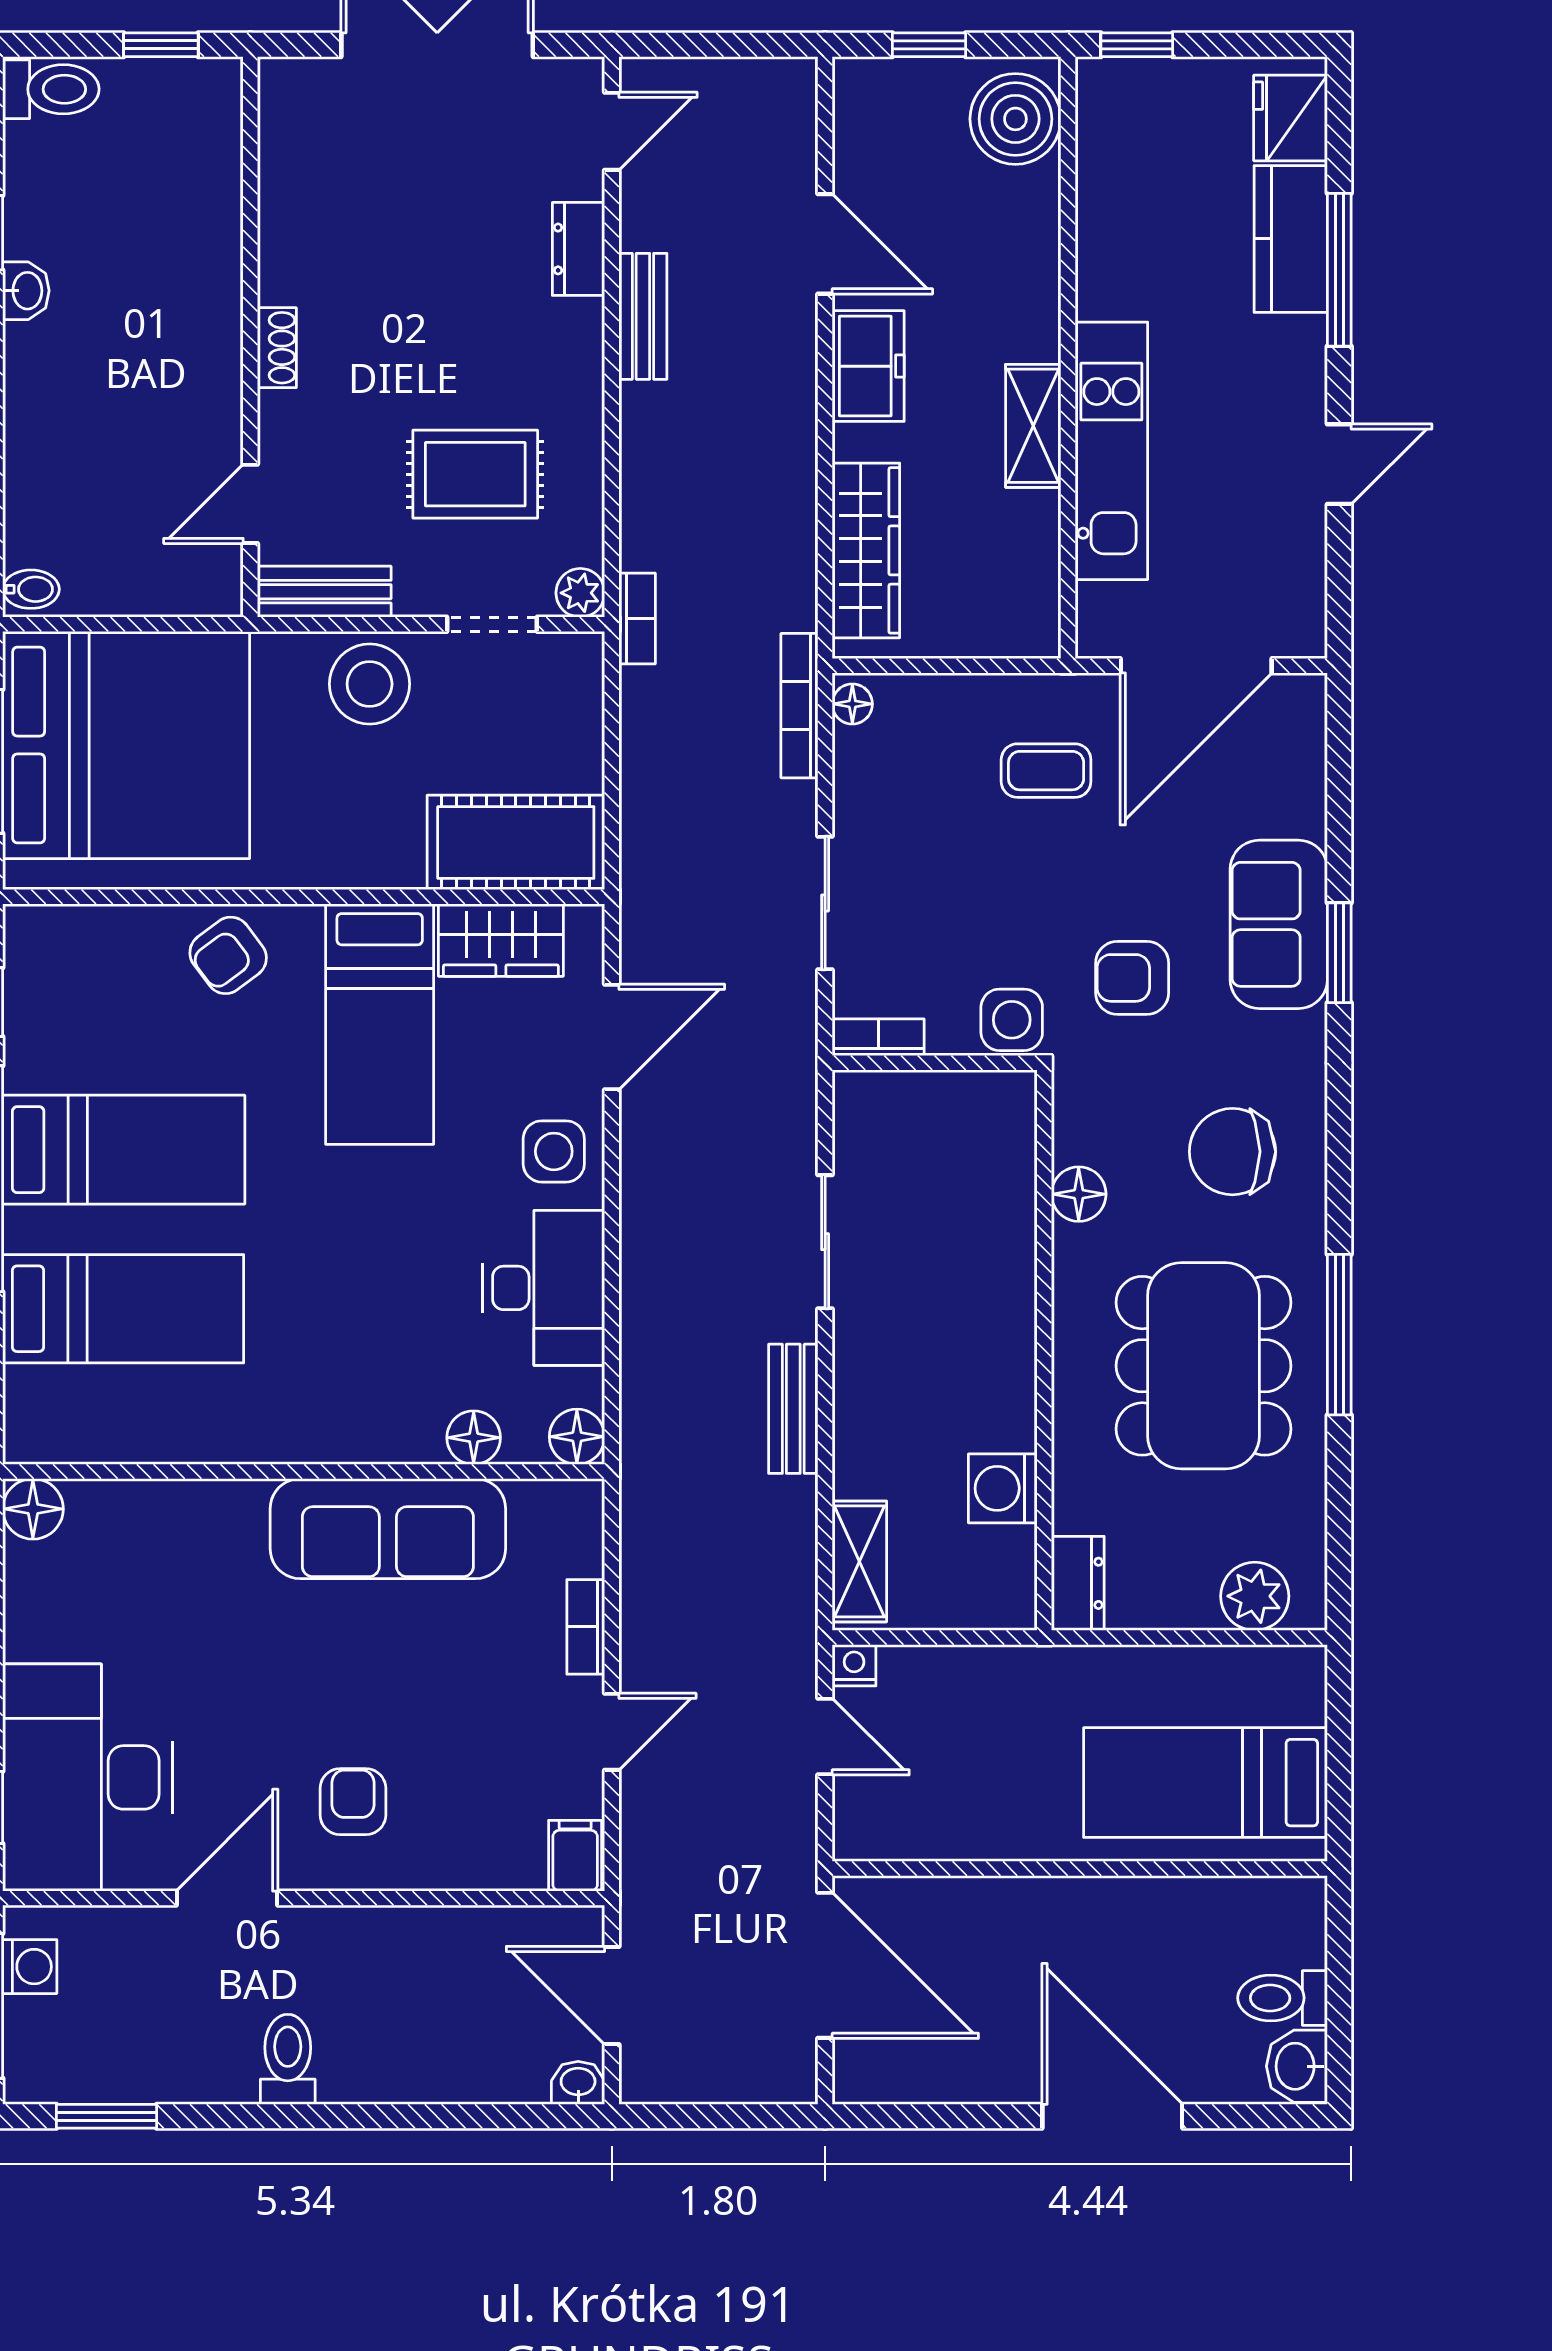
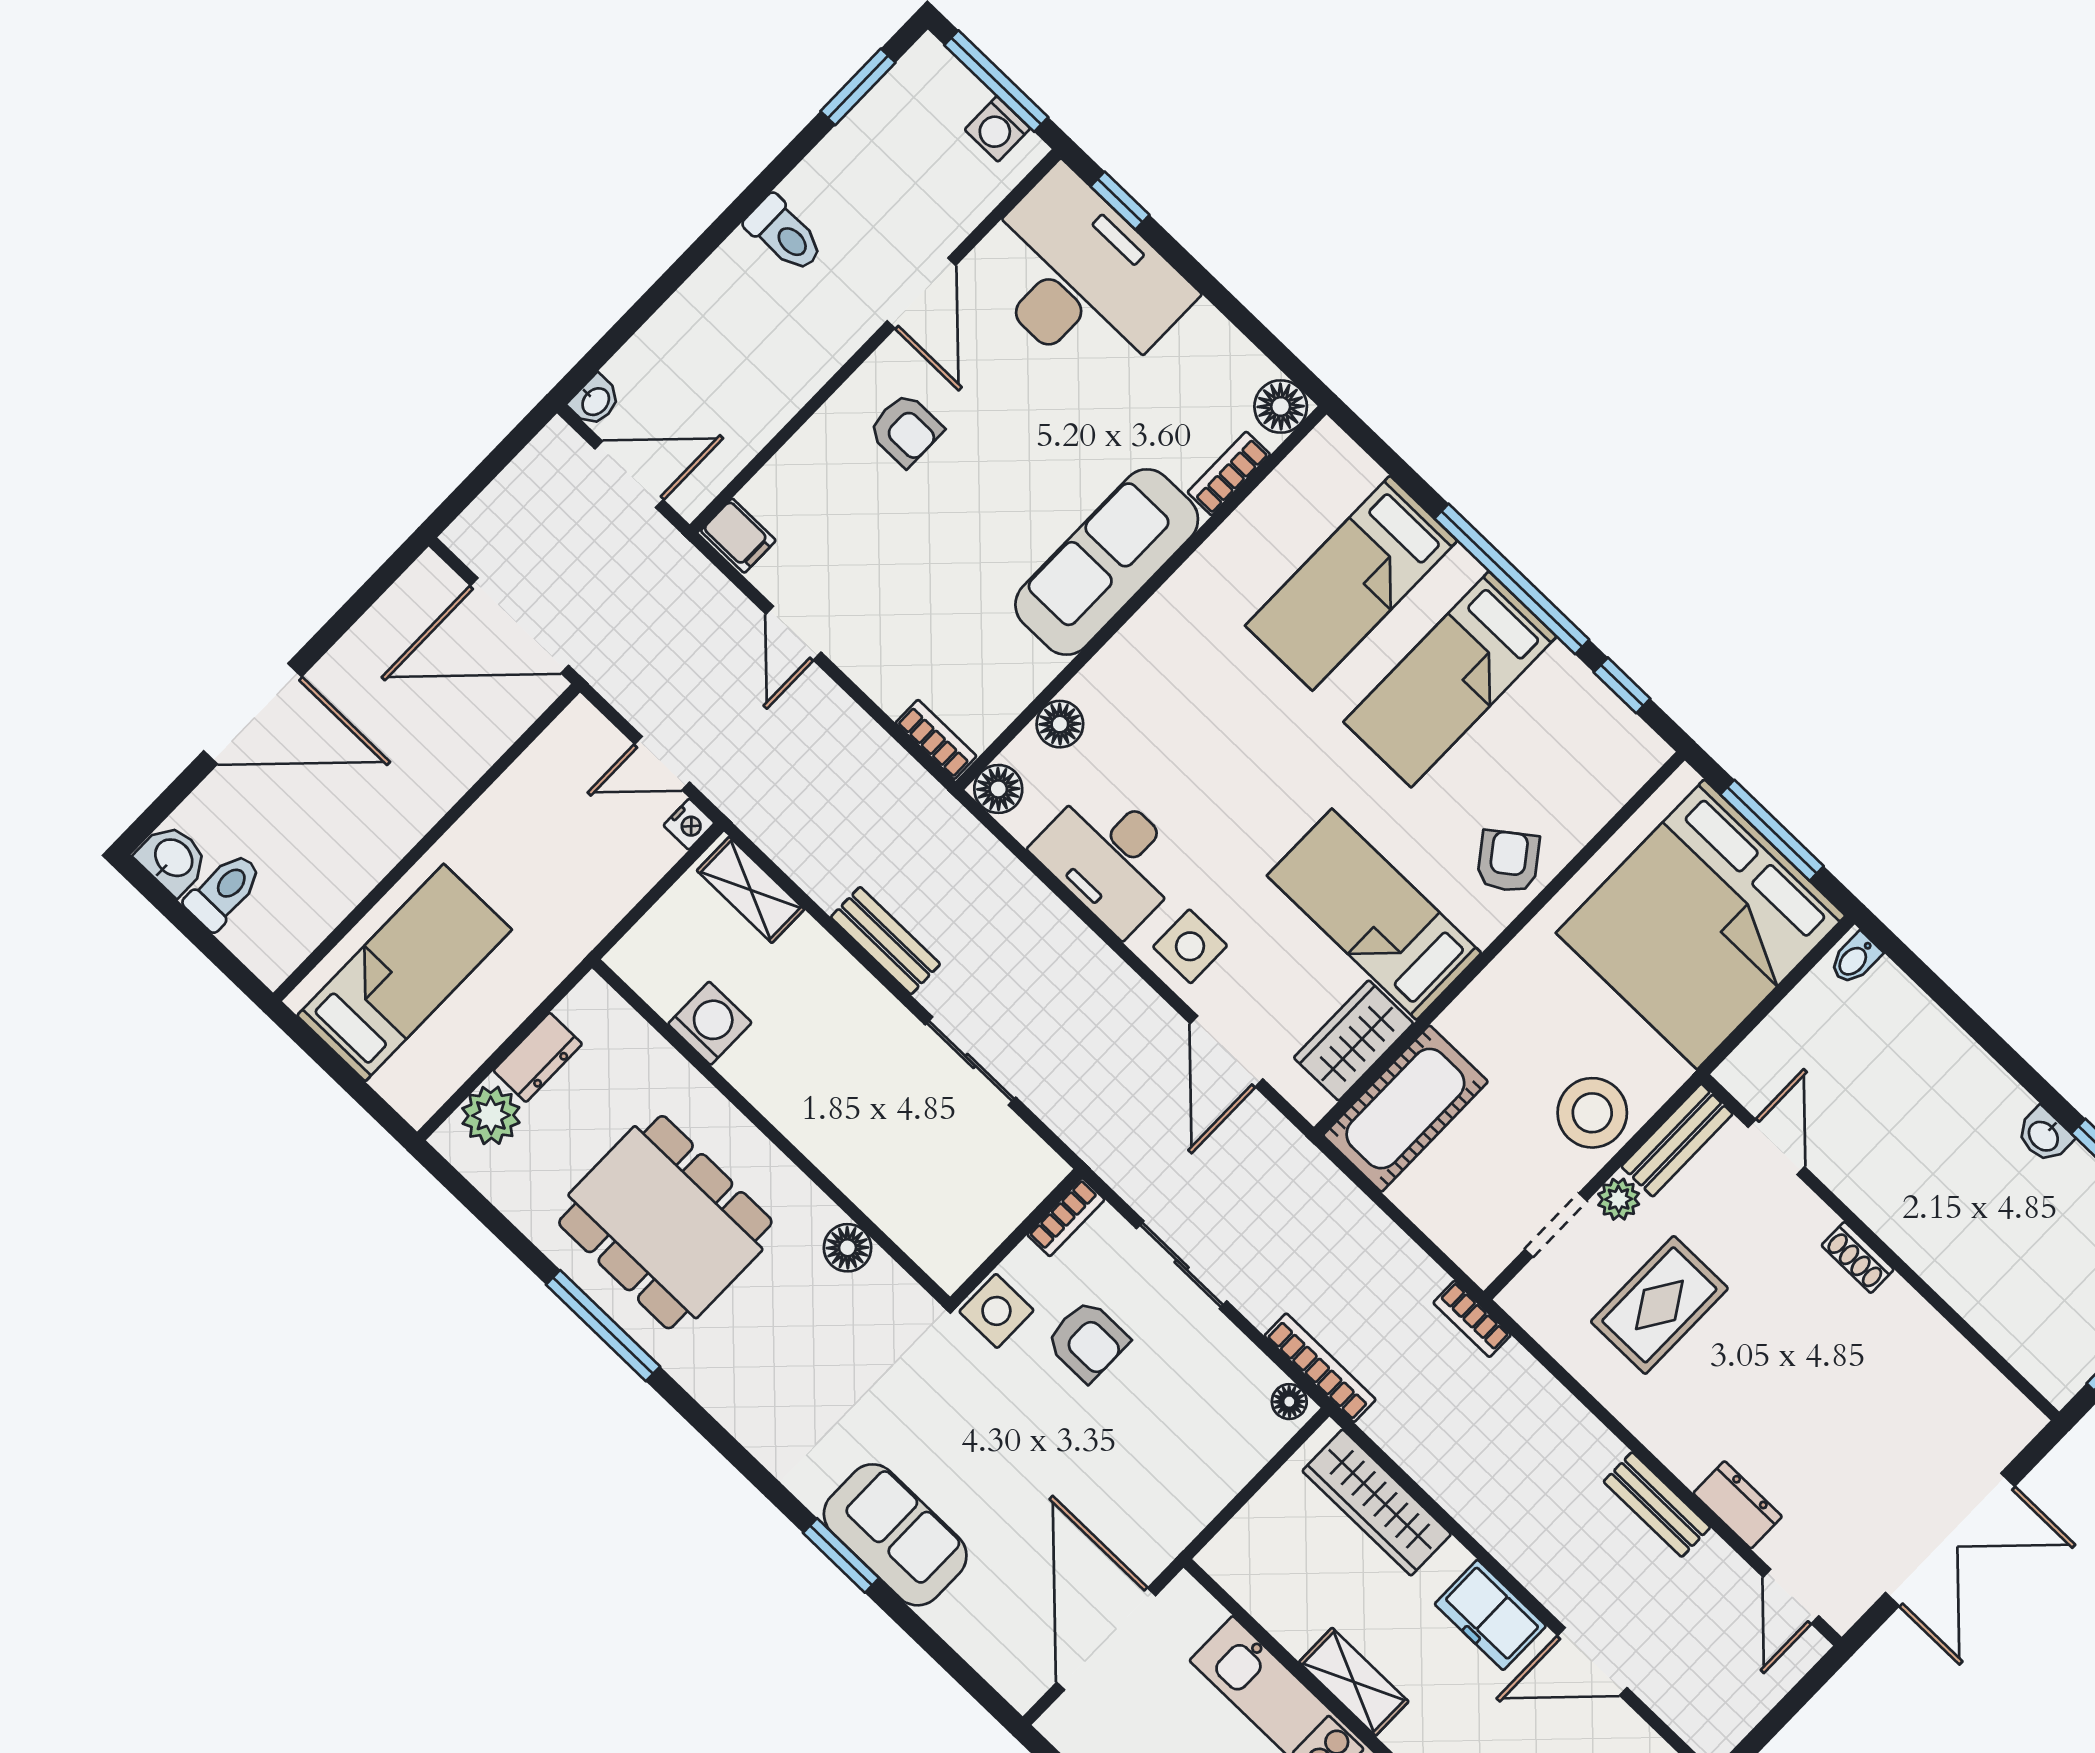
plant: (580, 593) -> (1619, 1199), moved
coffee table: (1046, 771) -> (1131, 1482), removed
armchair: (1132, 978) -> (1087, 1341), moved, turned 90
chair: (1232, 1152) -> (781, 1369), removed
bookcase: (130, 1498) -> (1229, 473), added
sofa: (388, 1529) -> (1107, 562), moved
dresser: (1078, 1583) -> (538, 1057), moved, turned -90
bookcase: (586, 1627) -> (936, 739), moved

